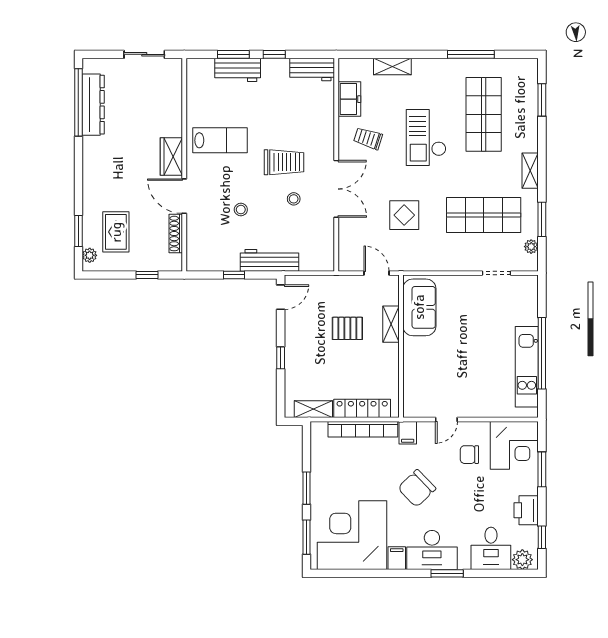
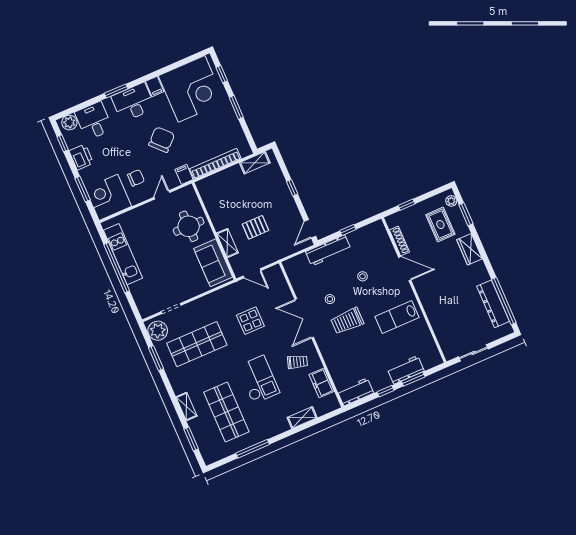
wardrobe: (171, 156) -> (469, 249), moved, turned 180
shelving: (530, 171) -> (186, 406), moved
plant: (531, 247) -> (158, 331), width x1.88, depth x1.88
round table: (430, 366) -> (189, 226), added
locker: (362, 408) -> (222, 178), removed
window: (307, 537) -> (222, 74), width x0.67

